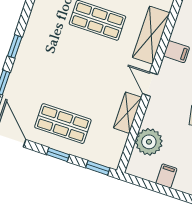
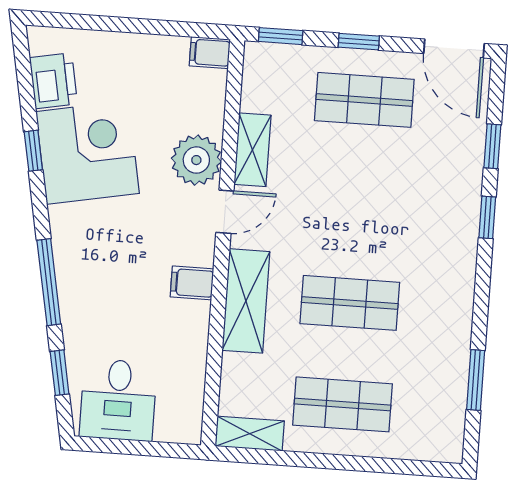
door: (150, 84) -> (225, 212), hinge flipped
plant: (149, 142) -> (196, 160), moved
filing cabinet: (166, 176) -> (210, 53), moved, turned 90

